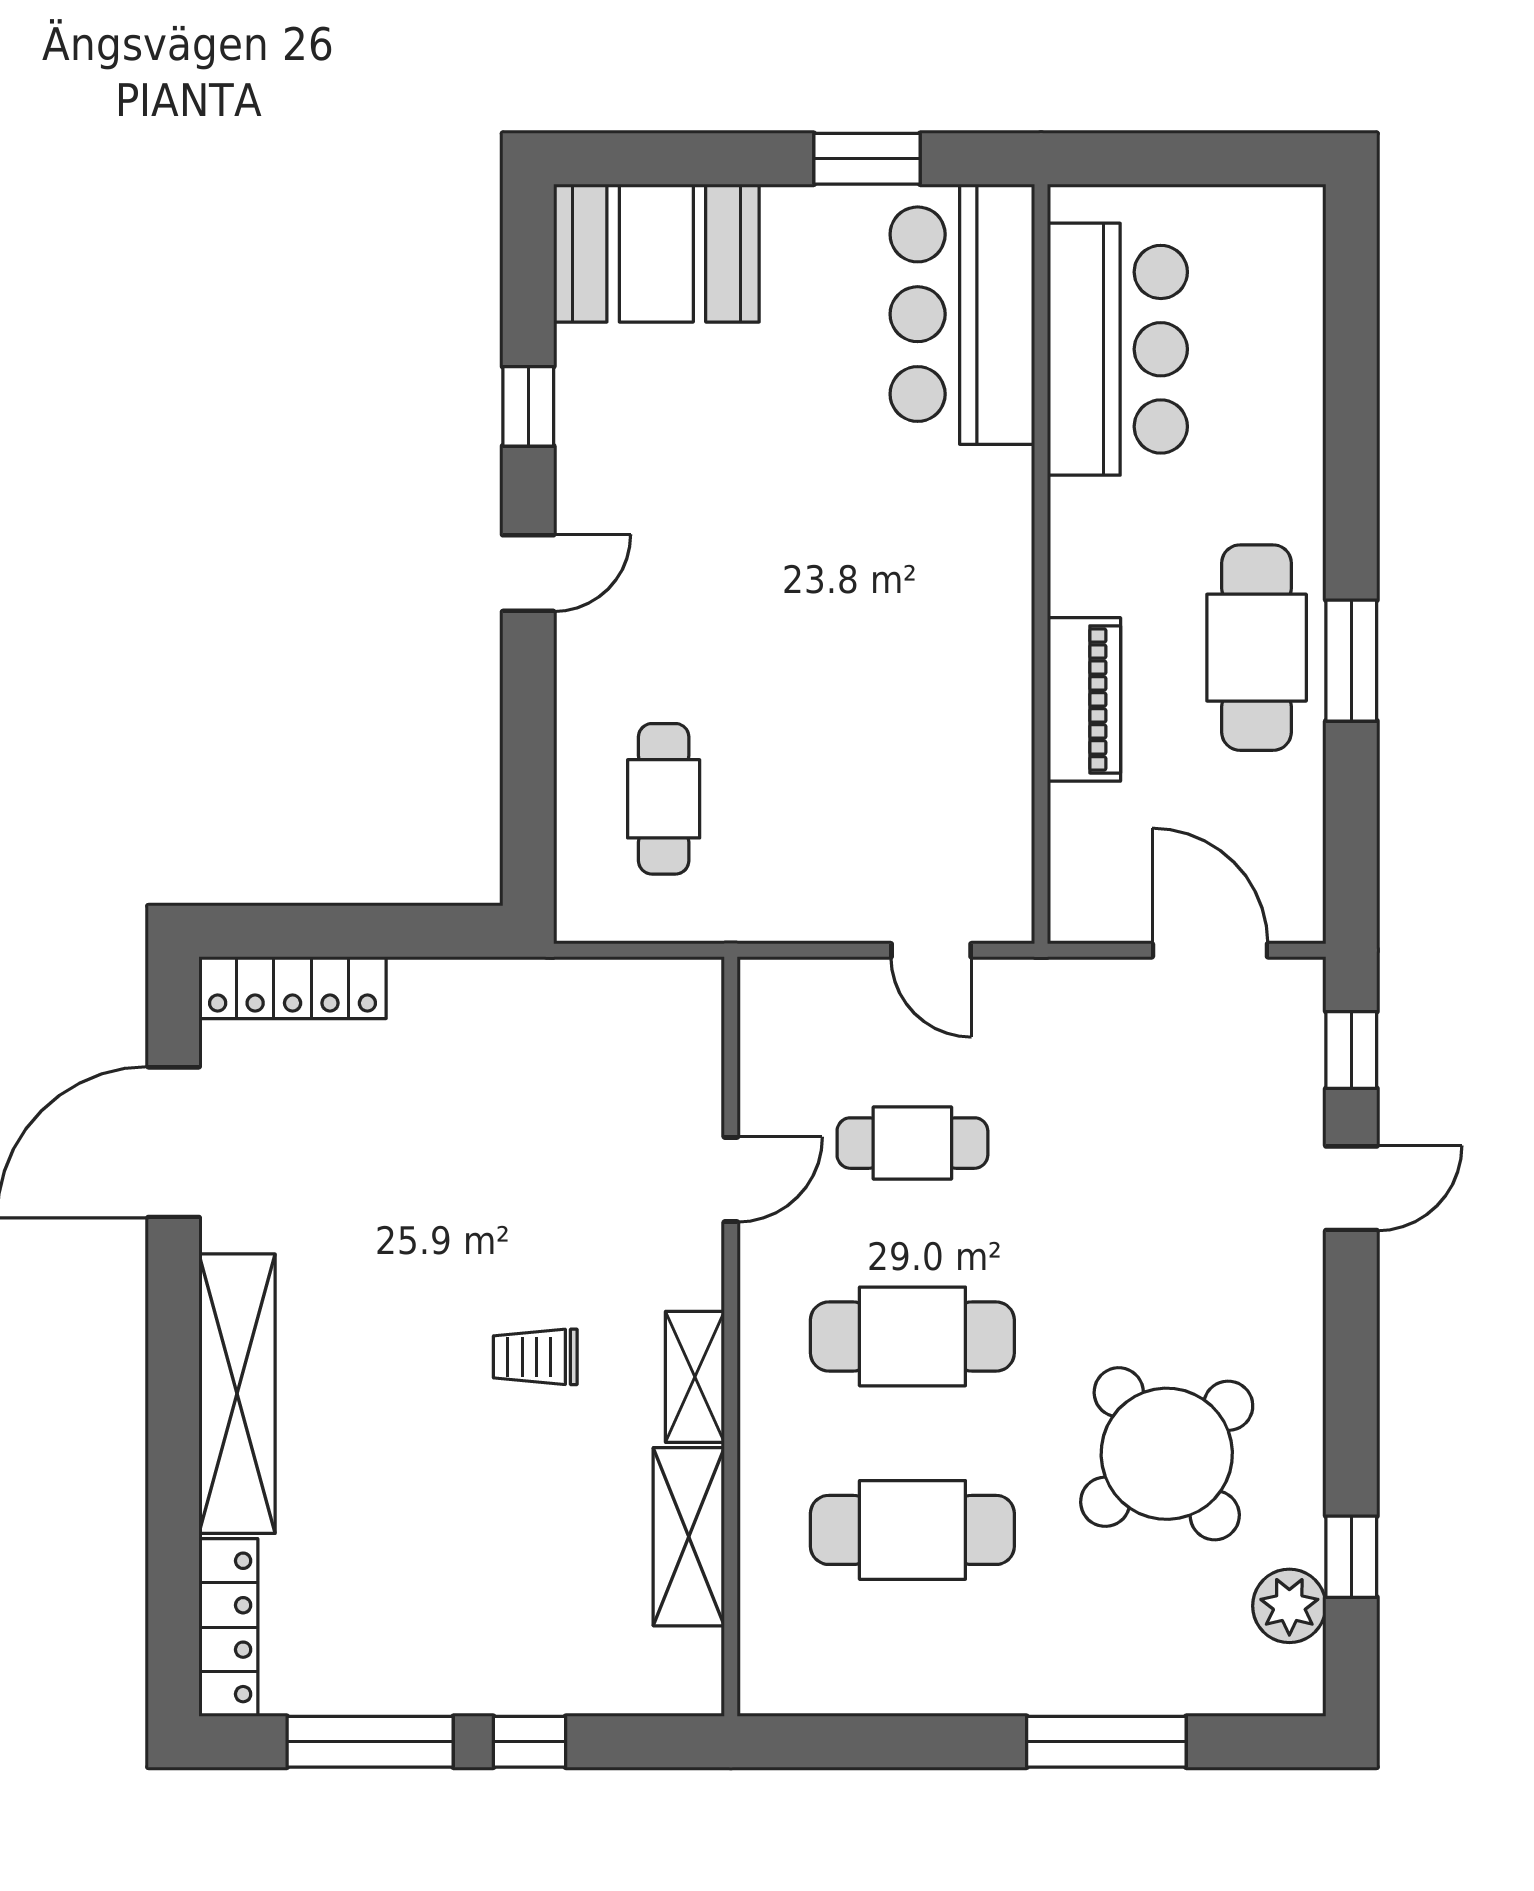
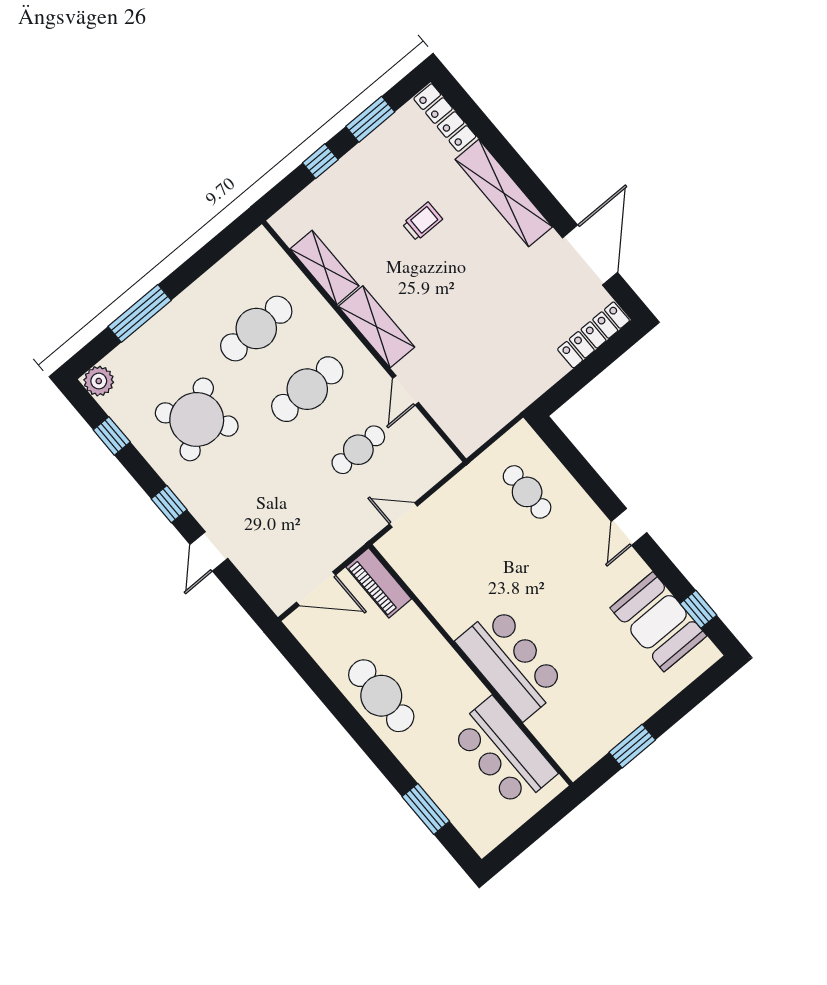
booth: (656, 253) -> (658, 622), moved, turned 90
bar counter: (962, 314) -> (511, 663), moved
window: (528, 406) -> (698, 609), moved
window: (1351, 661) -> (426, 809), moved
piano: (1084, 699) -> (379, 583), moved
window: (1351, 1050) -> (169, 504), moved
trolley: (535, 1357) -> (422, 221), moved
shelving: (695, 1377) -> (376, 327), width x1.50, depth x1.33
plant: (1289, 1606) -> (99, 381), moved
window: (370, 1742) -> (370, 119), width x0.69

